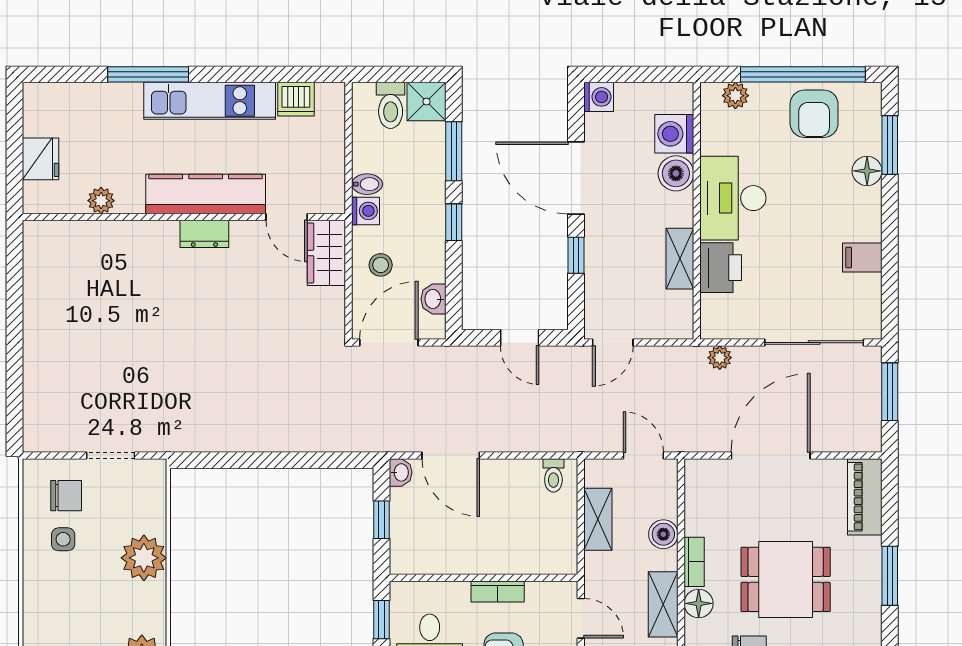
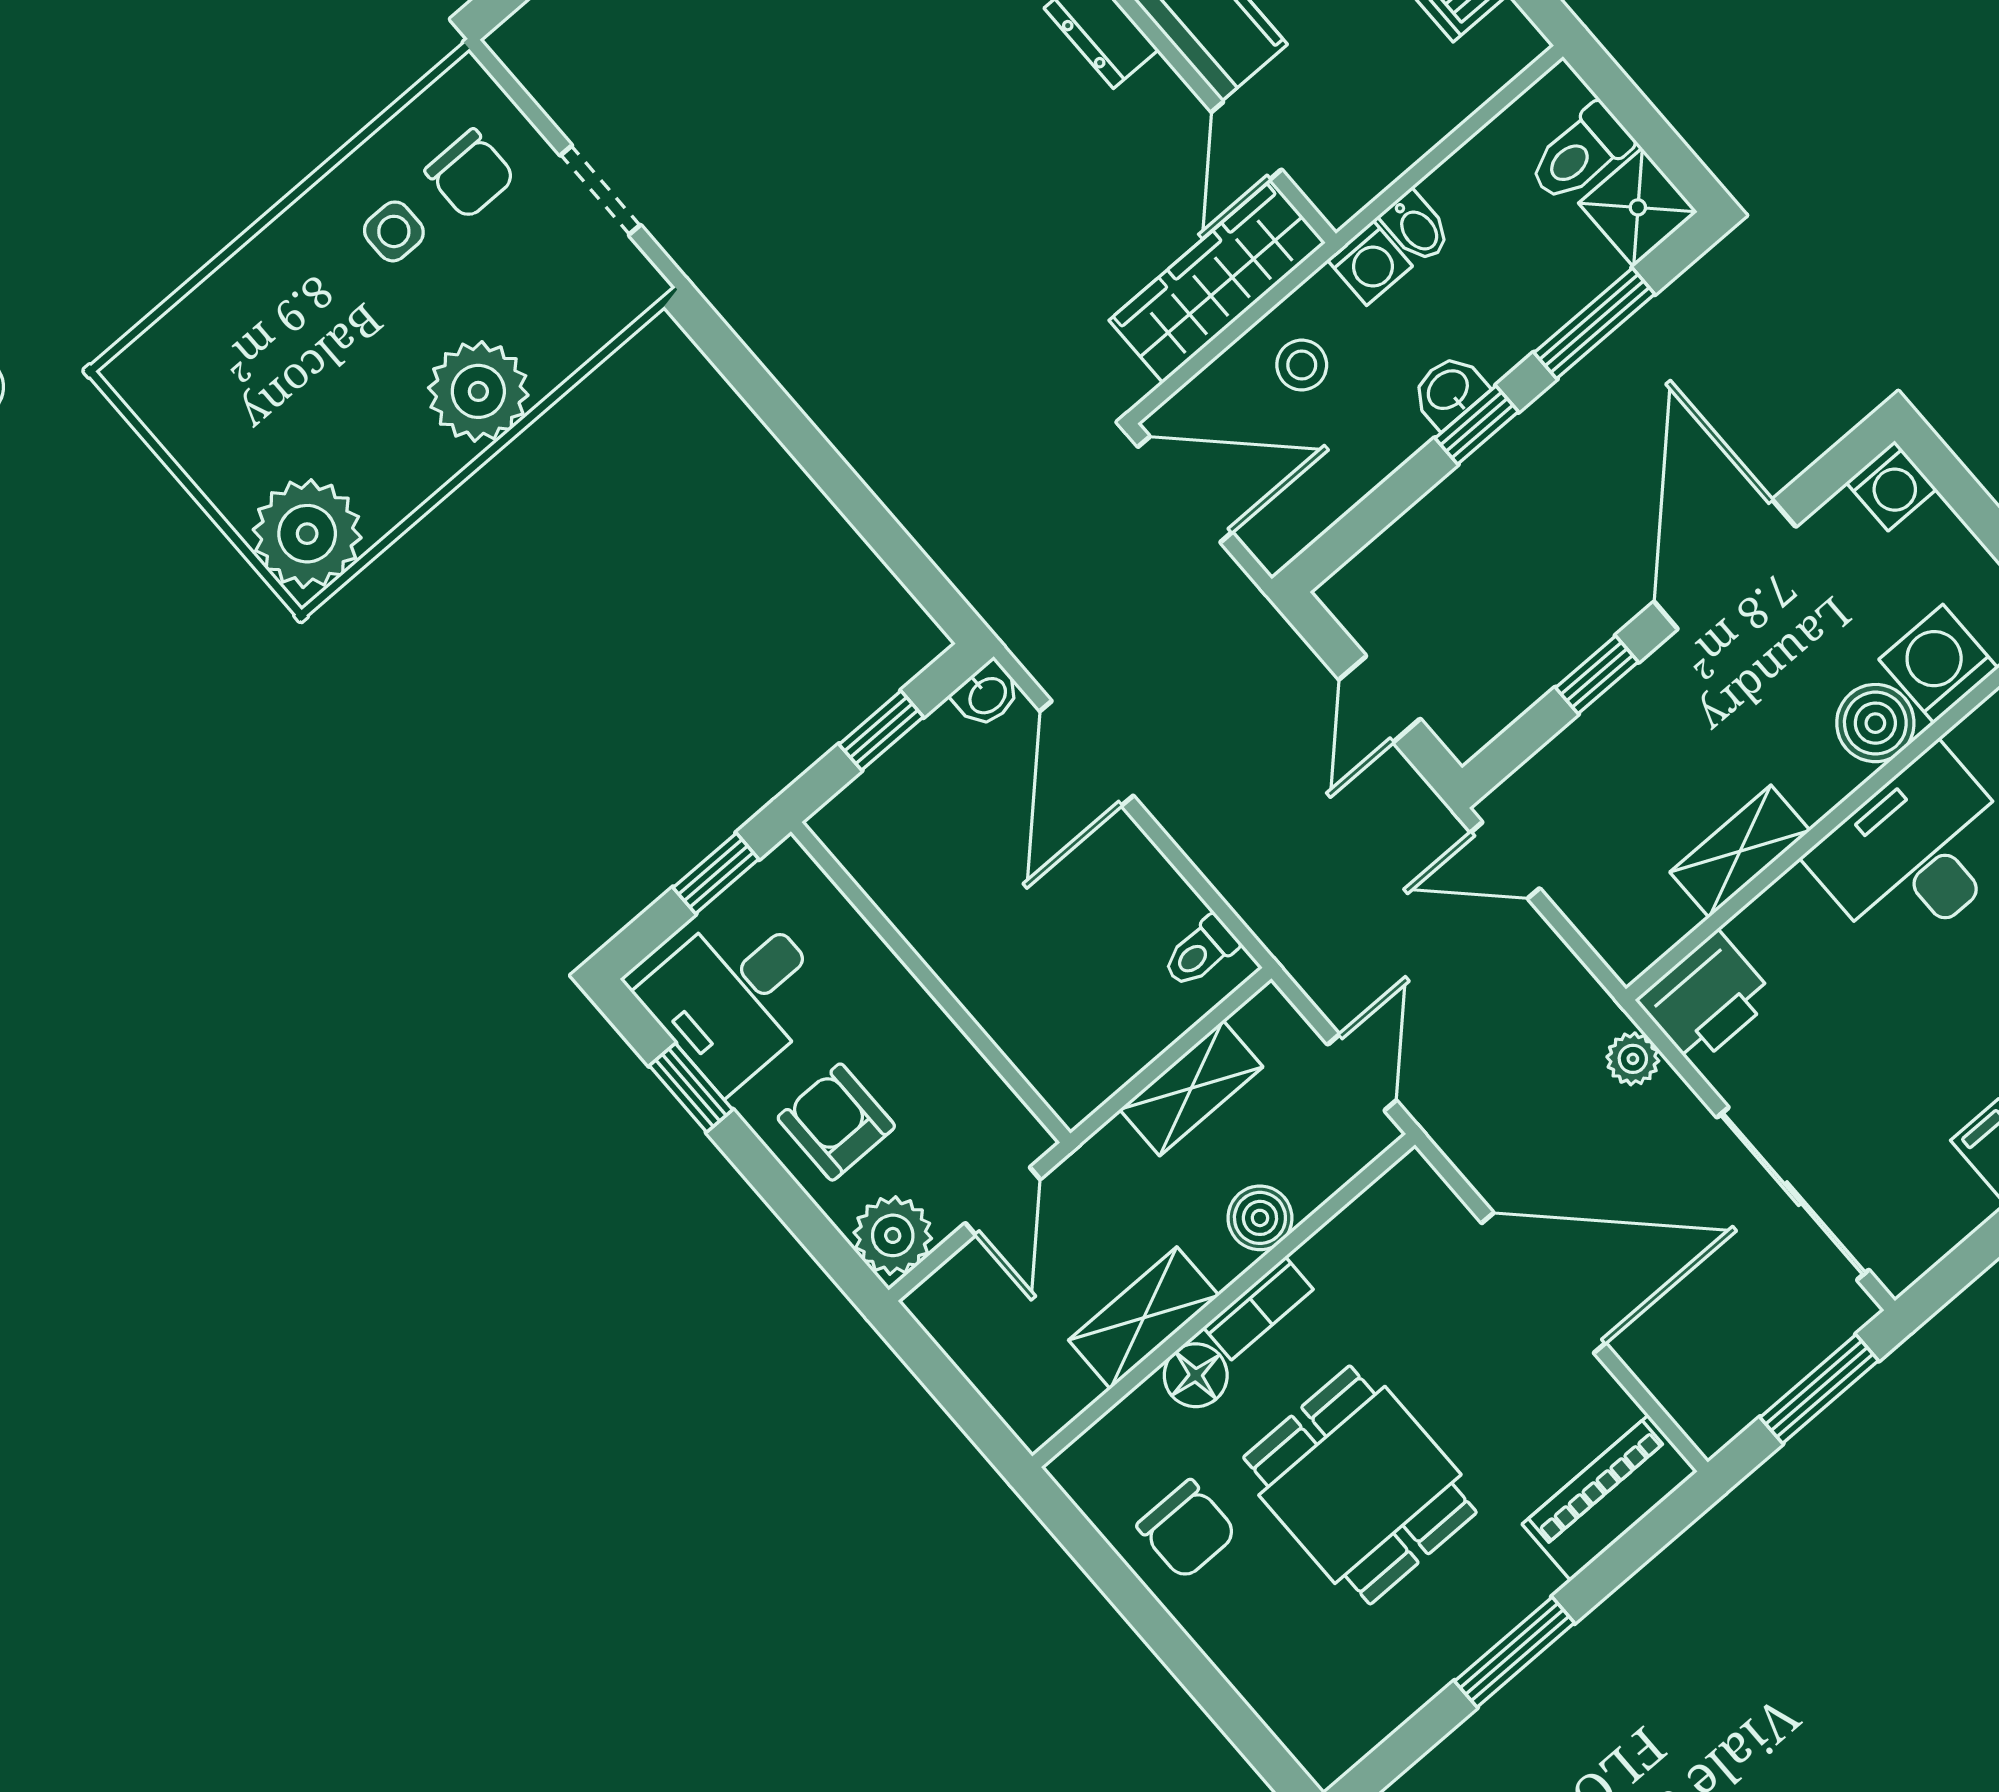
wardrobe: (326, 253) -> (1217, 282), width x1.50
printer: (721, 268) -> (1706, 998), moved
washbasin: (434, 299) -> (1449, 391), moved
bookcase: (498, 592) -> (928, 1025), removed

